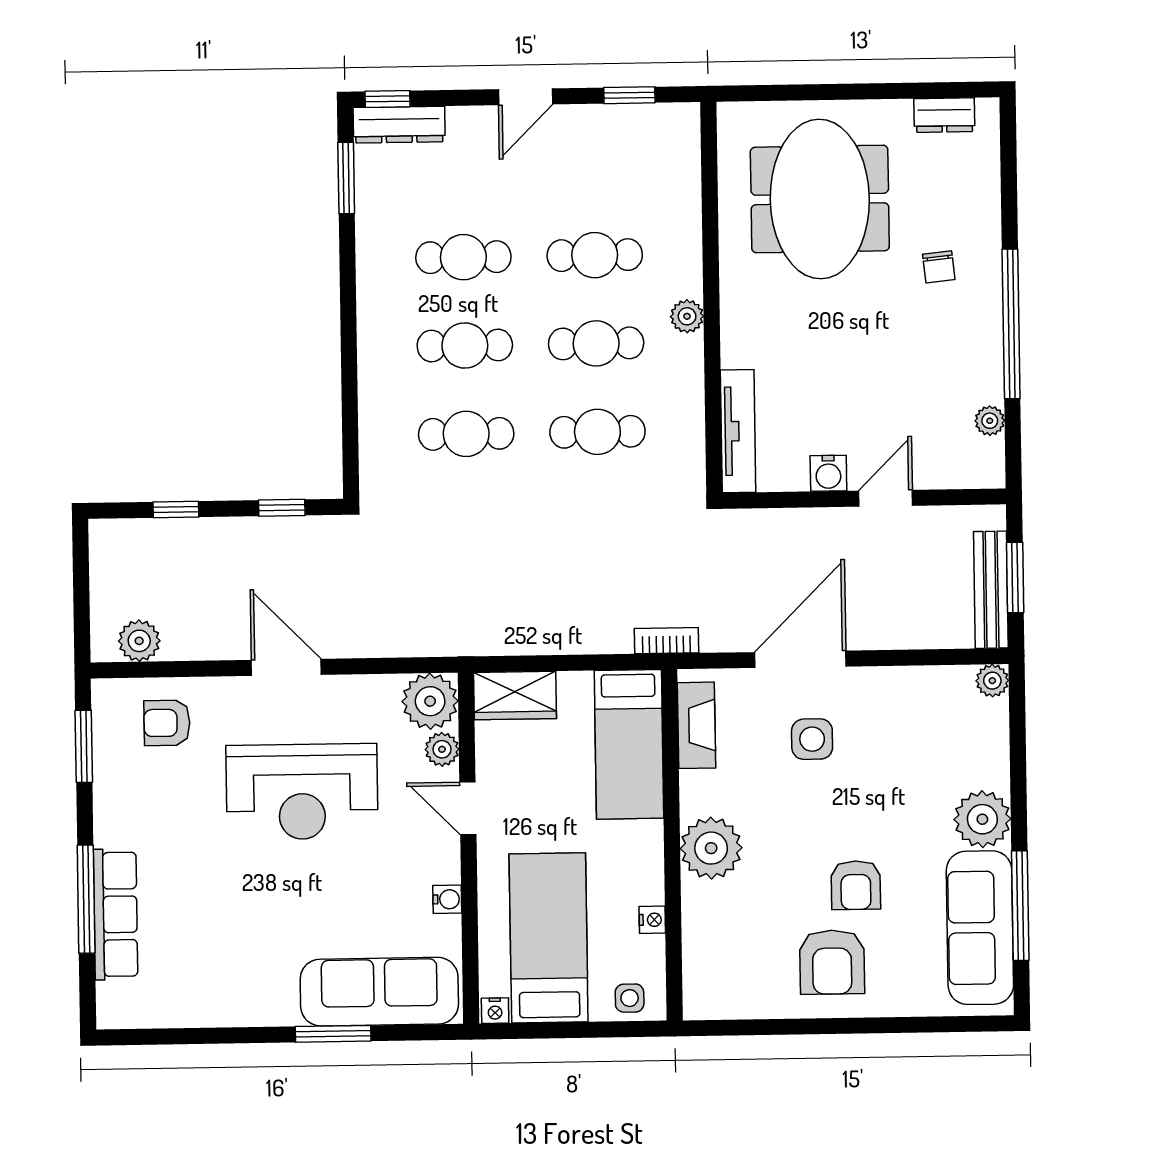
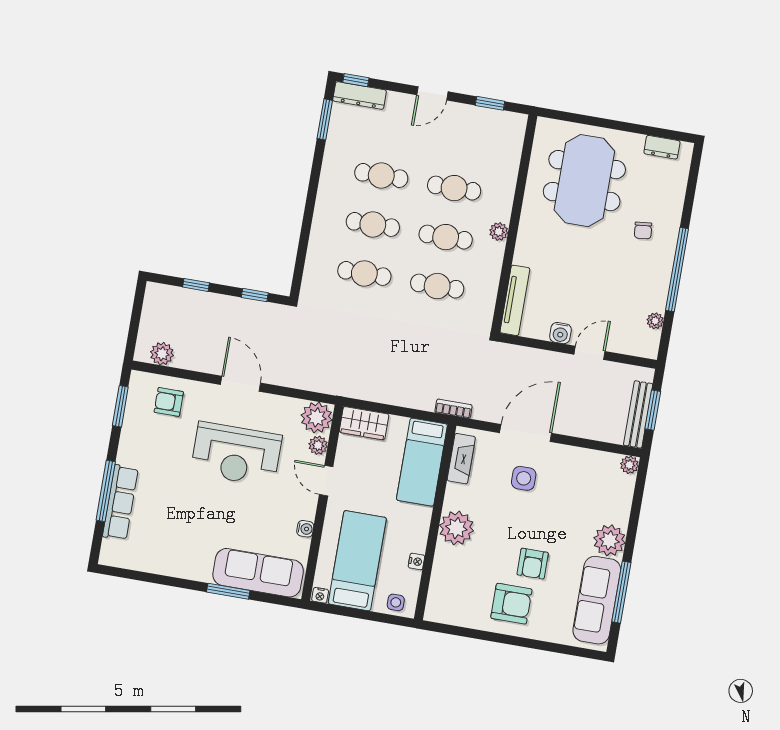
armchair: (832, 962) -> (511, 604), turned -90

